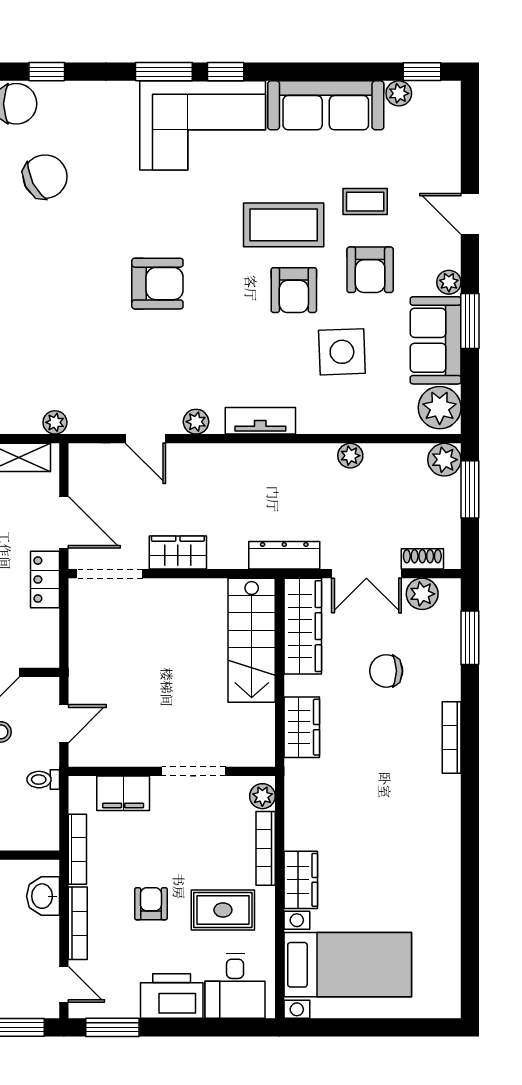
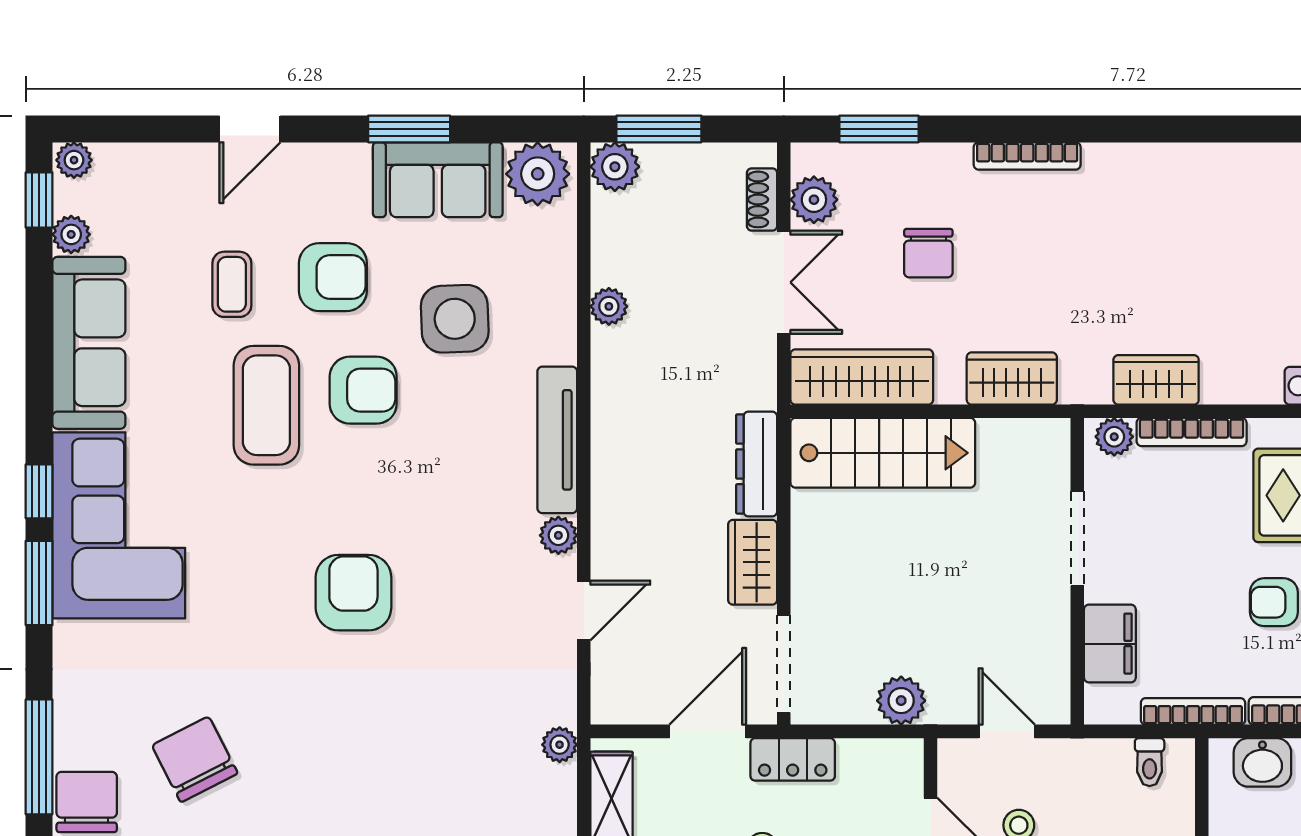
window: (47, 72) -> (39, 757), width x2.17
plant: (449, 282) -> (74, 160), moved
tv unit: (260, 421) -> (557, 440), width x1.41
dresser: (284, 555) -> (757, 464), moved
plant: (85, 653) -> (901, 701), added
toilet: (43, 780) -> (1150, 762), moved
wardrobe: (301, 880) -> (1156, 380), moved

